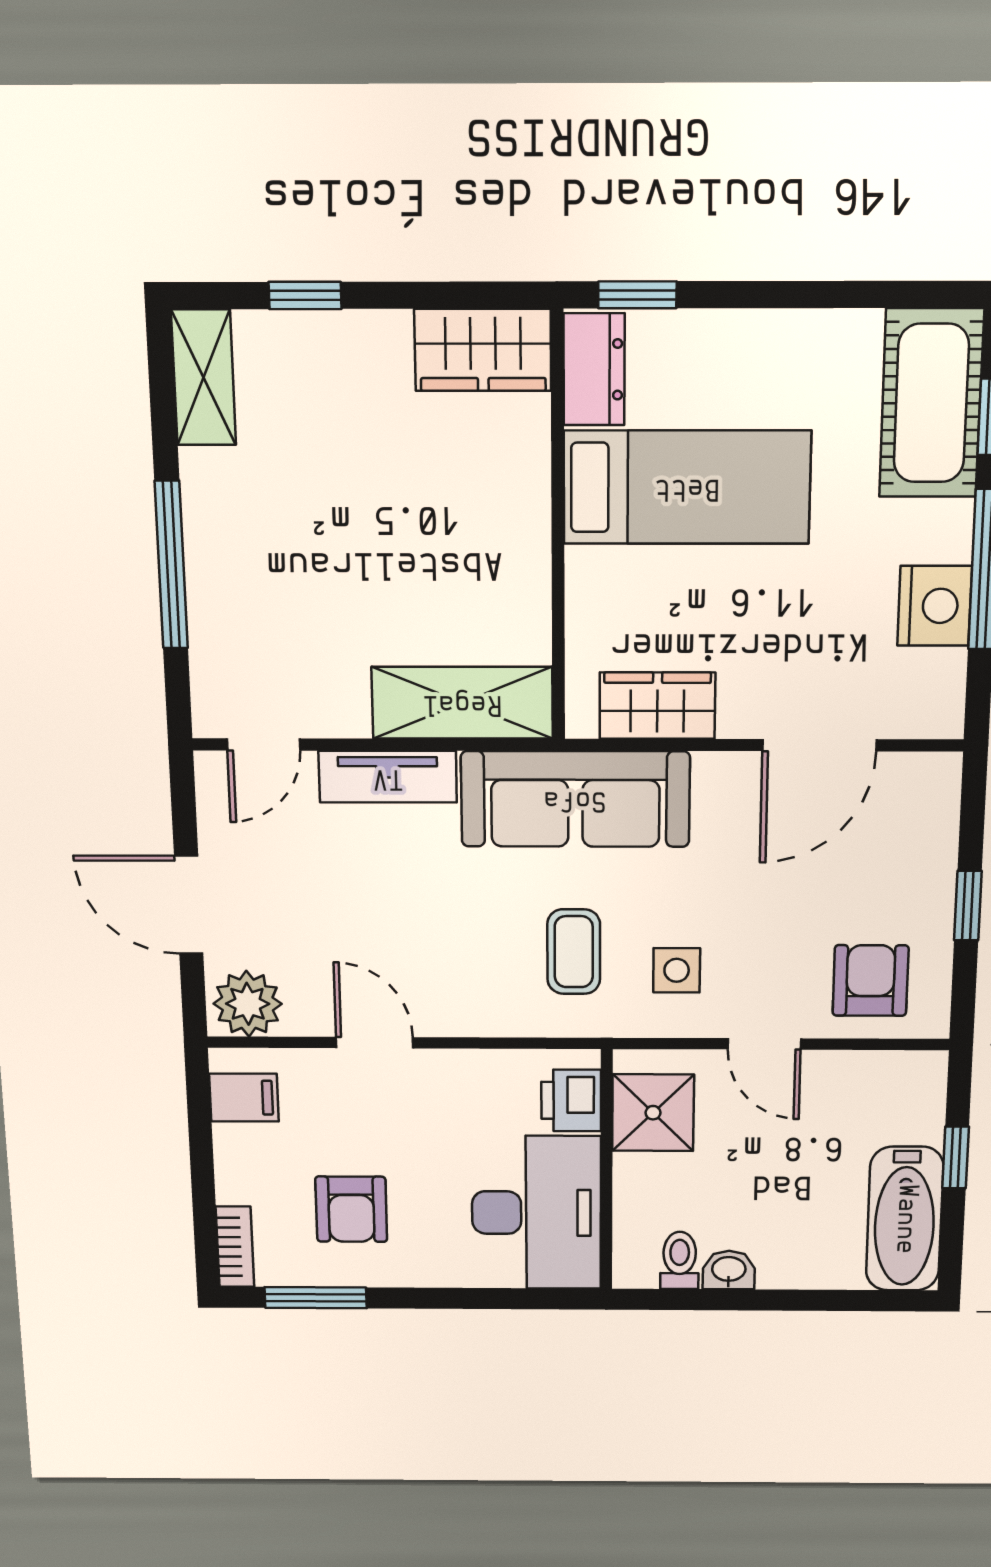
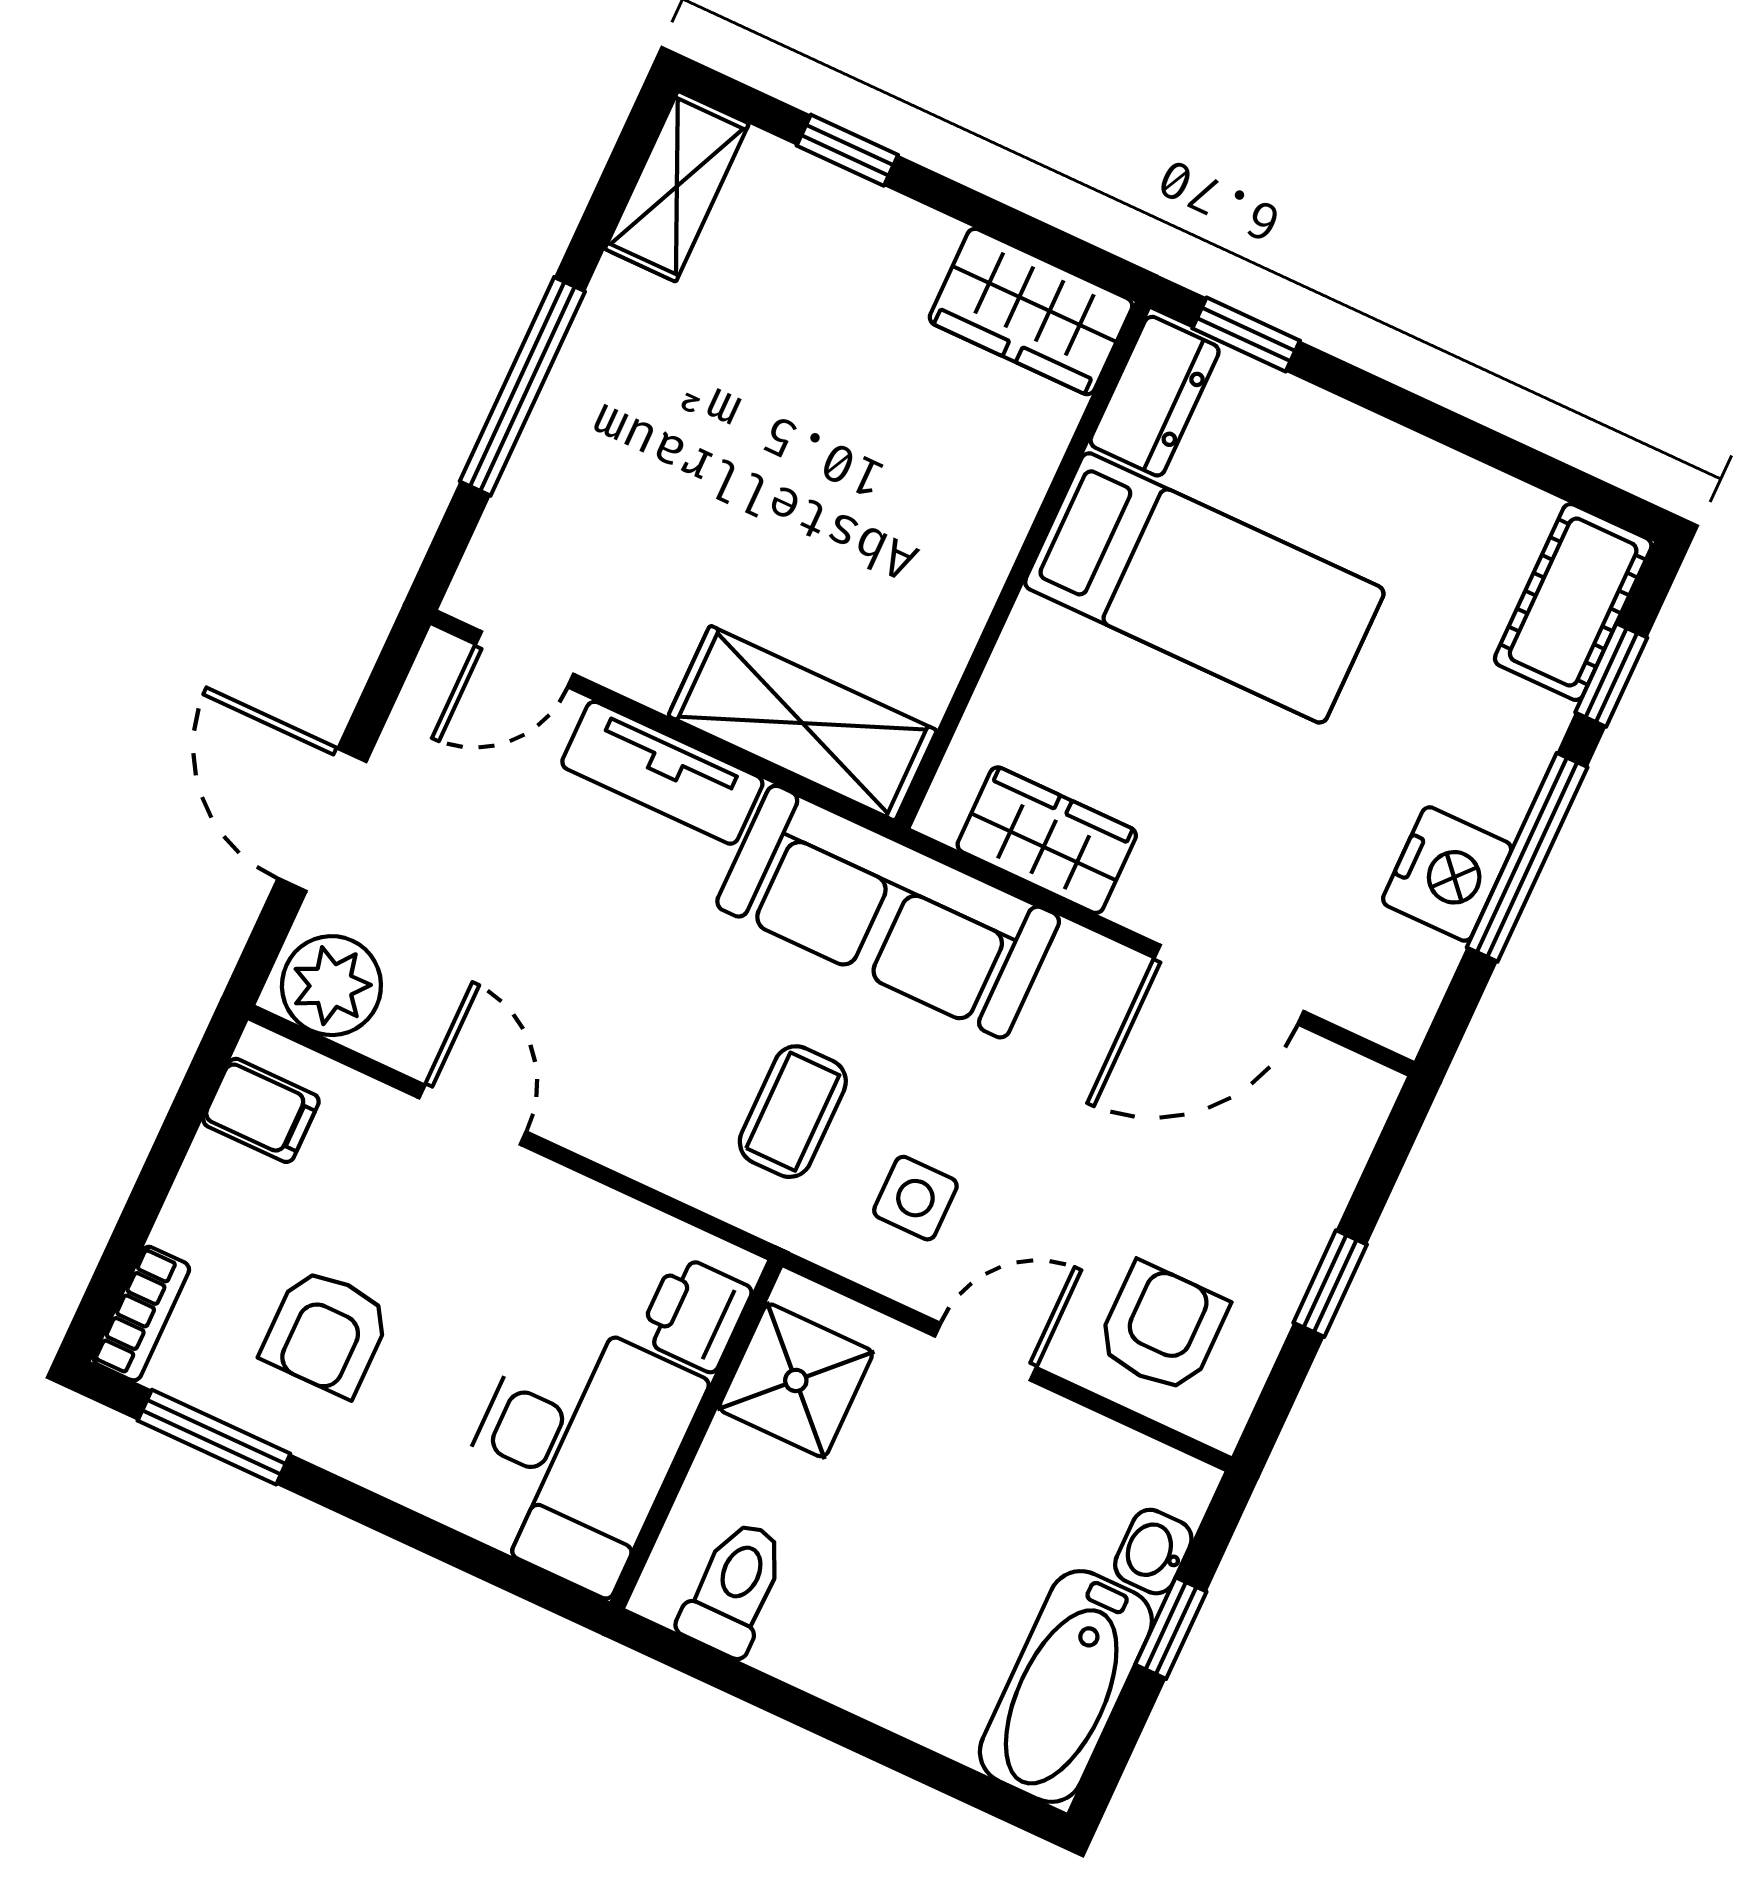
cot: (931, 403) -> (1573, 602), width x0.73, depth x0.75
door: (764, 1044) -> (986, 1352), swing flipped
toilet: (680, 1260) -> (734, 1588), width x1.37, depth x1.39
washbasin: (729, 1270) -> (1153, 1552), moved, turned -90

